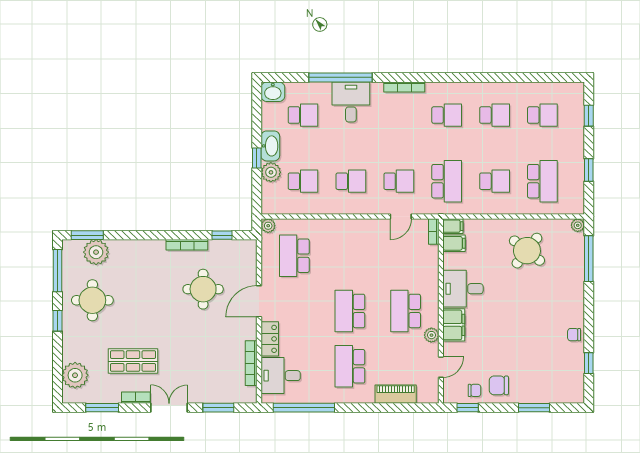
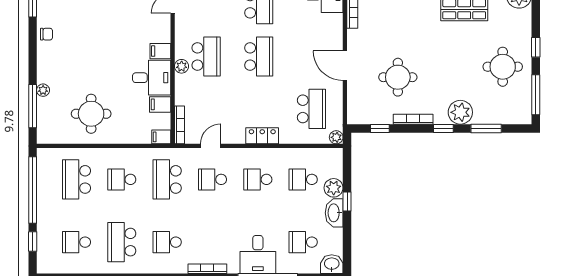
school desk: (495, 115) -> (122, 242), width x1.85
window: (589, 170) -> (33, 190), width x3.17
plant: (578, 225) -> (43, 90), moved
bookcase: (434, 232) -> (179, 125), width x1.56
window: (87, 235) -> (486, 128), moved
window: (155, 235) -> (443, 128), added
filing cabinet: (454, 243) -> (160, 104), moved
round table: (527, 251) -> (91, 114), turned -38
plant: (96, 252) -> (460, 112), moved
door: (259, 301) -> (345, 66), swing flipped
filing cabinet: (454, 325) -> (160, 51), width x0.50
plant: (431, 335) -> (182, 66), moved
locker: (270, 339) -> (262, 136), moved, turned 90

